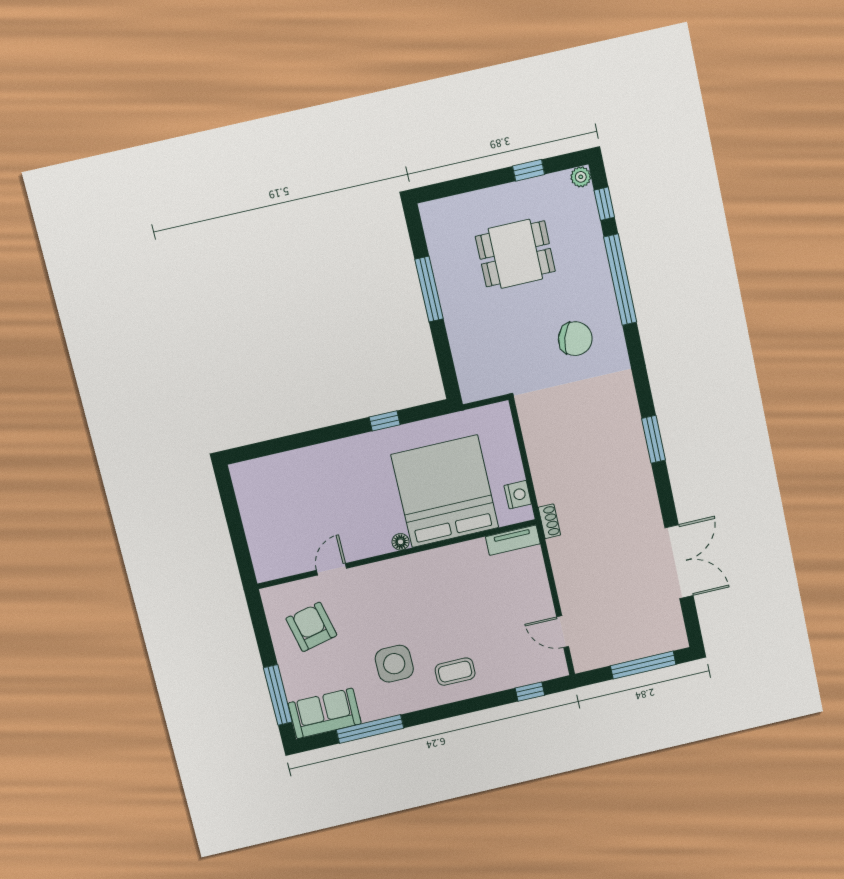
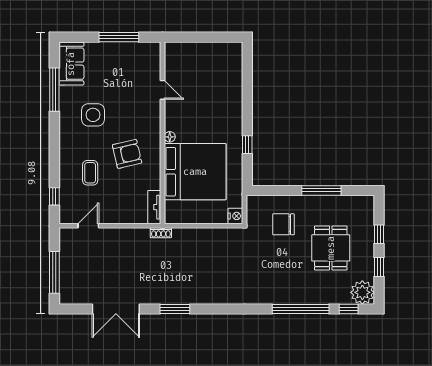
plant: (581, 177) -> (362, 292), width x1.88, depth x1.88
window: (477, 182) -> (379, 234), added
chair: (575, 339) -> (283, 224), moved, turned 72
window: (654, 439) -> (175, 309), moved
nightstand: (518, 495) -> (235, 216), moved, turned -90
armchair: (311, 627) -> (127, 154), moved
coffee table: (455, 672) -> (90, 173), moved
window: (278, 695) -> (119, 37), moved

